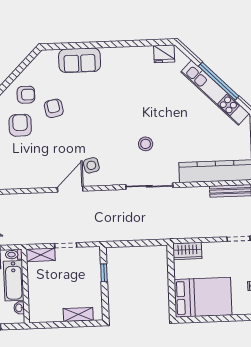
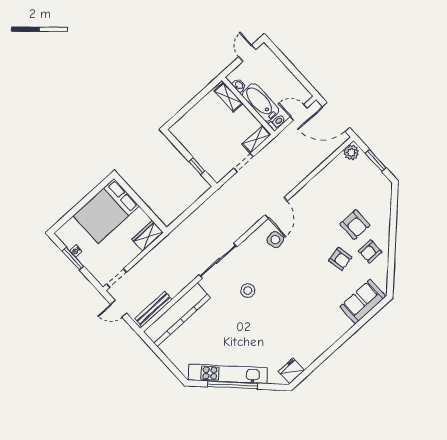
sofa: (80, 60) -> (363, 301), moved
shelving: (78, 314) -> (229, 97), moved, turned 90

